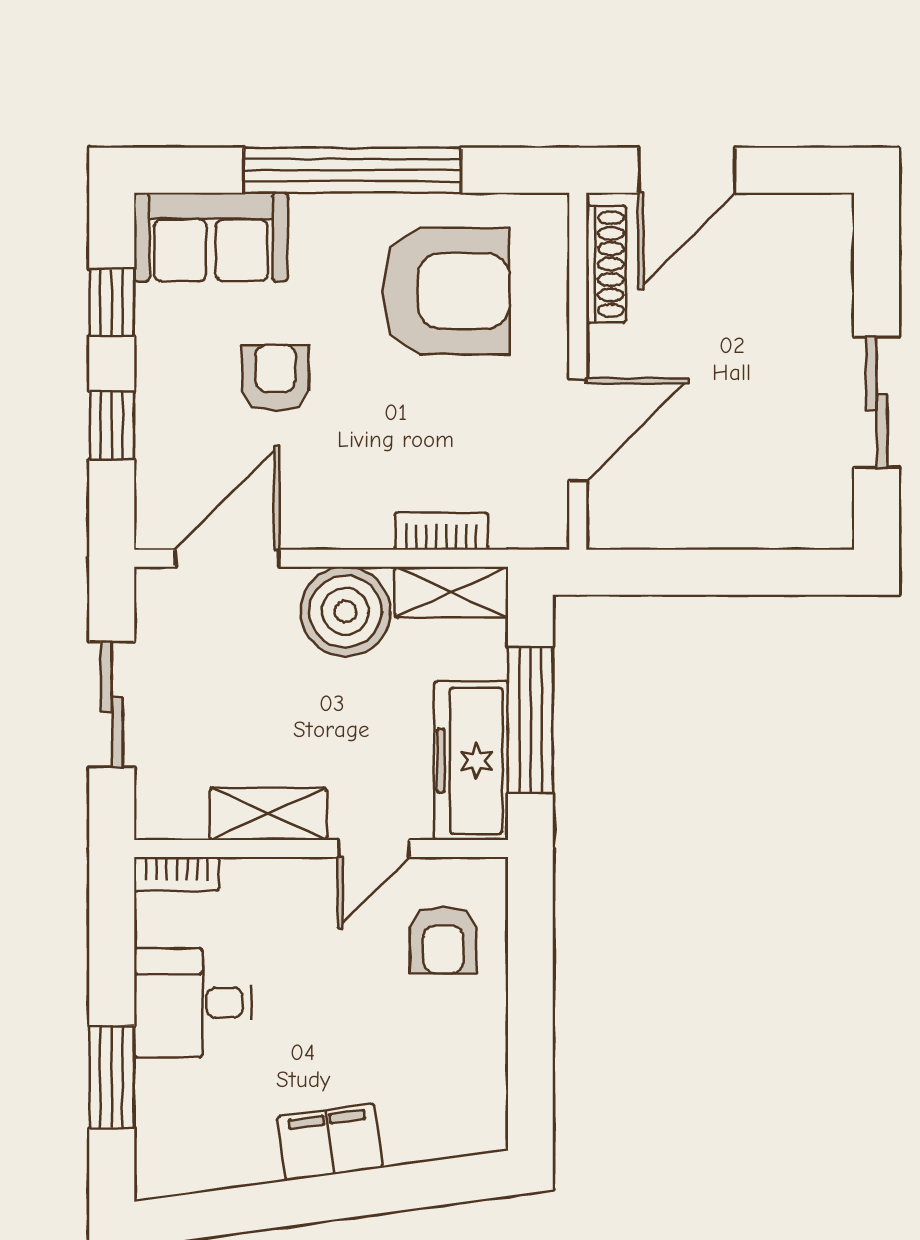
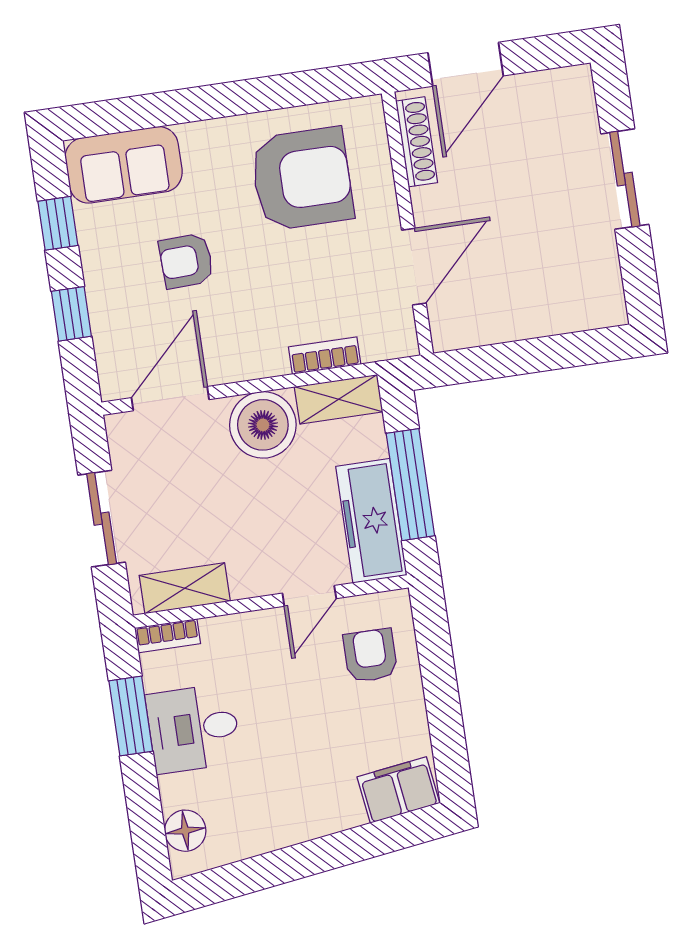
window: (352, 170) -> (220, 100), removed
armchair: (275, 378) -> (186, 261), turned -92
sliding door: (877, 402) -> (625, 179), moved
shelving: (268, 814) -> (185, 588), moved
armchair: (443, 940) -> (370, 655), turned 180
window: (112, 1077) -> (131, 716), moved
floor lamp: (162, 1137) -> (185, 831), added
filing cabinet: (330, 1142) -> (398, 790), moved

